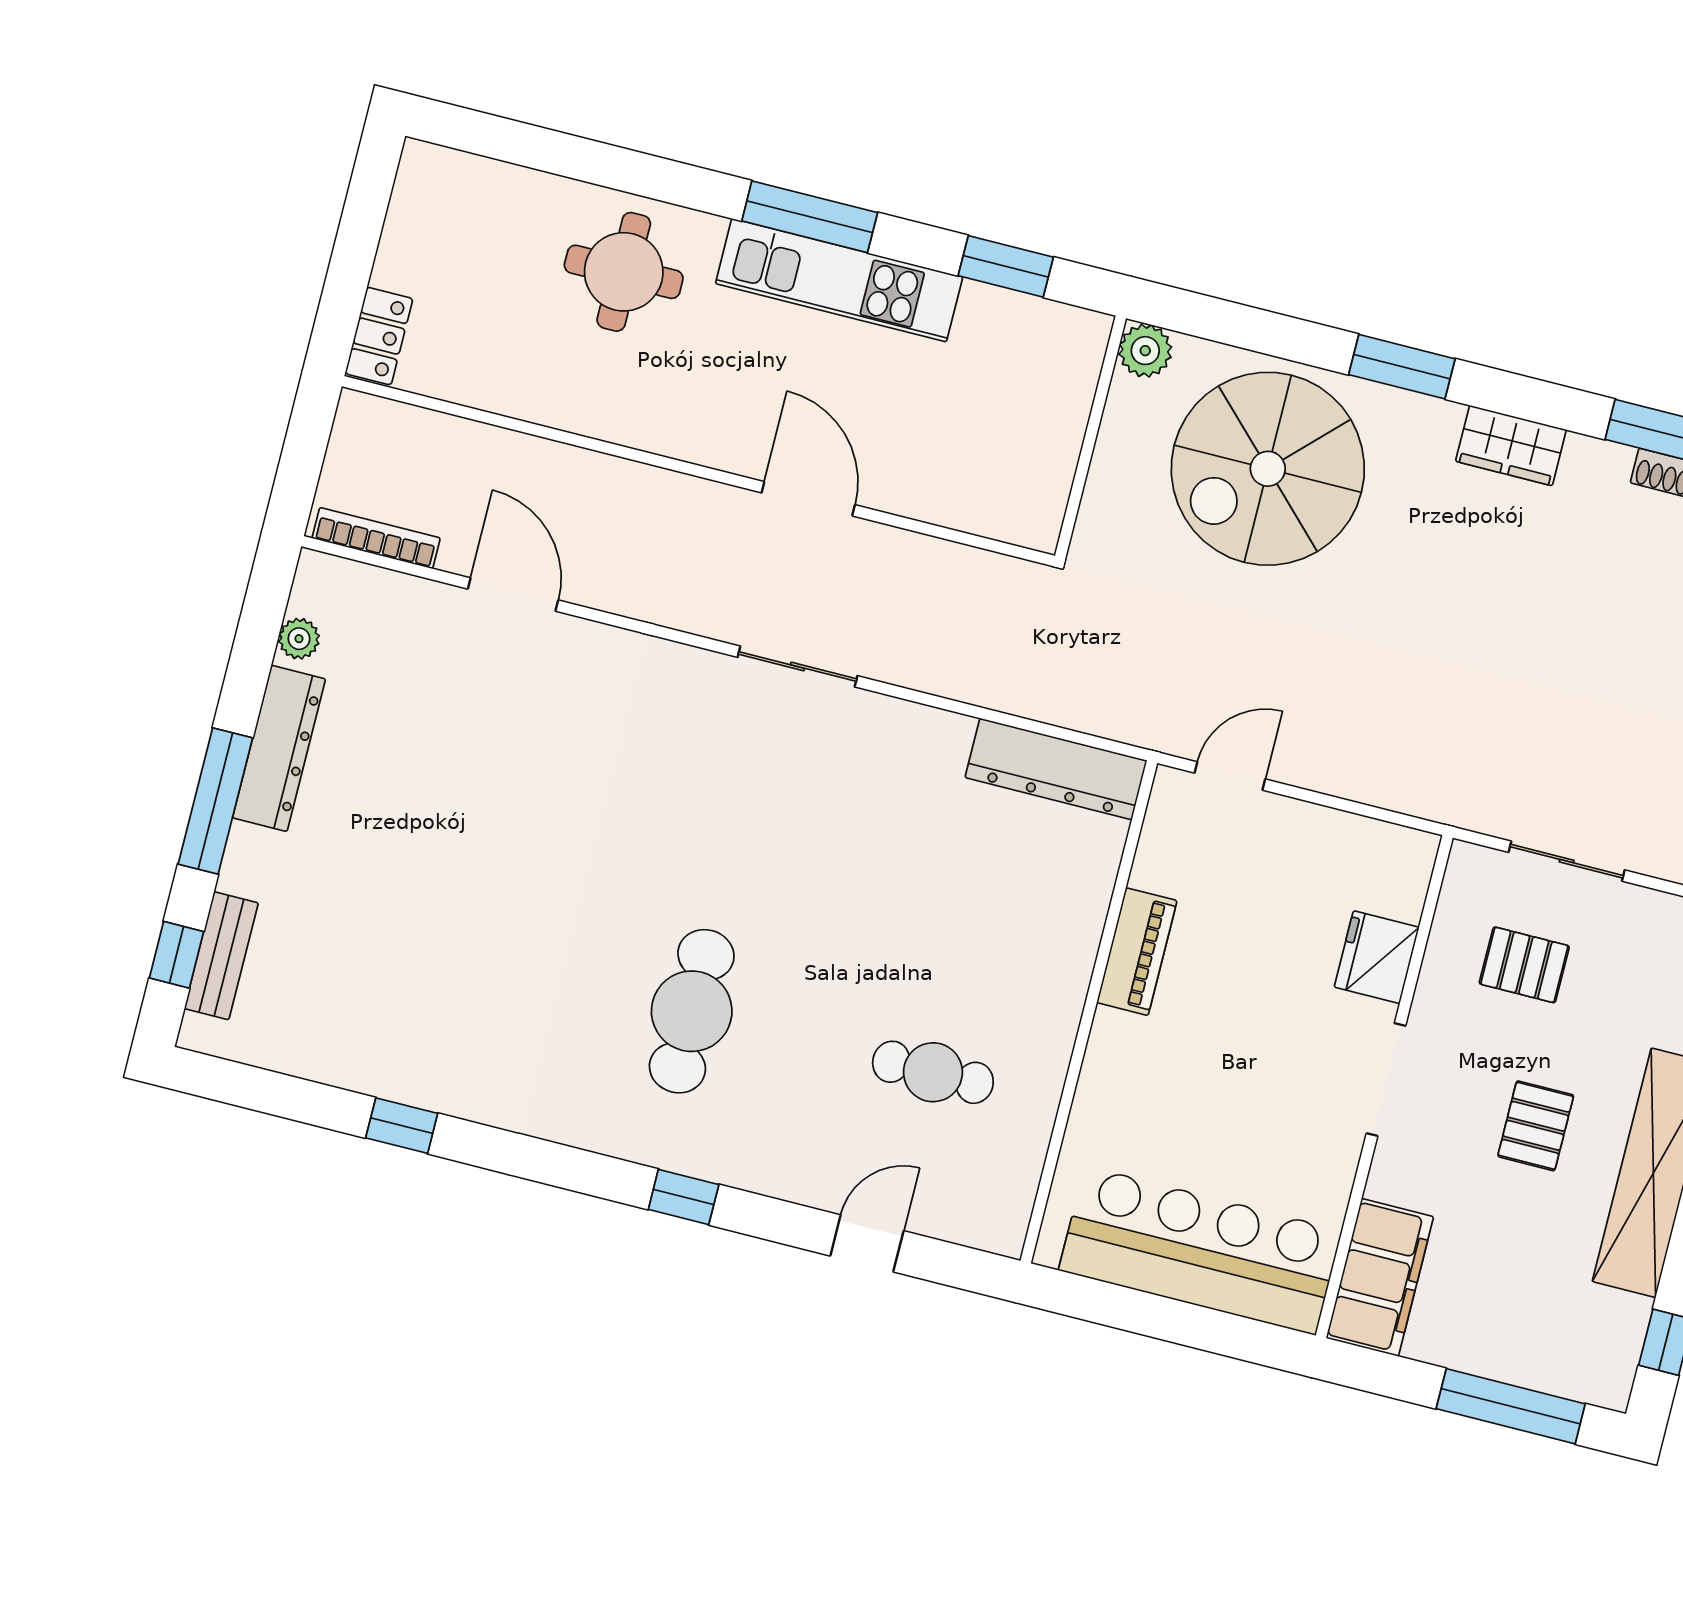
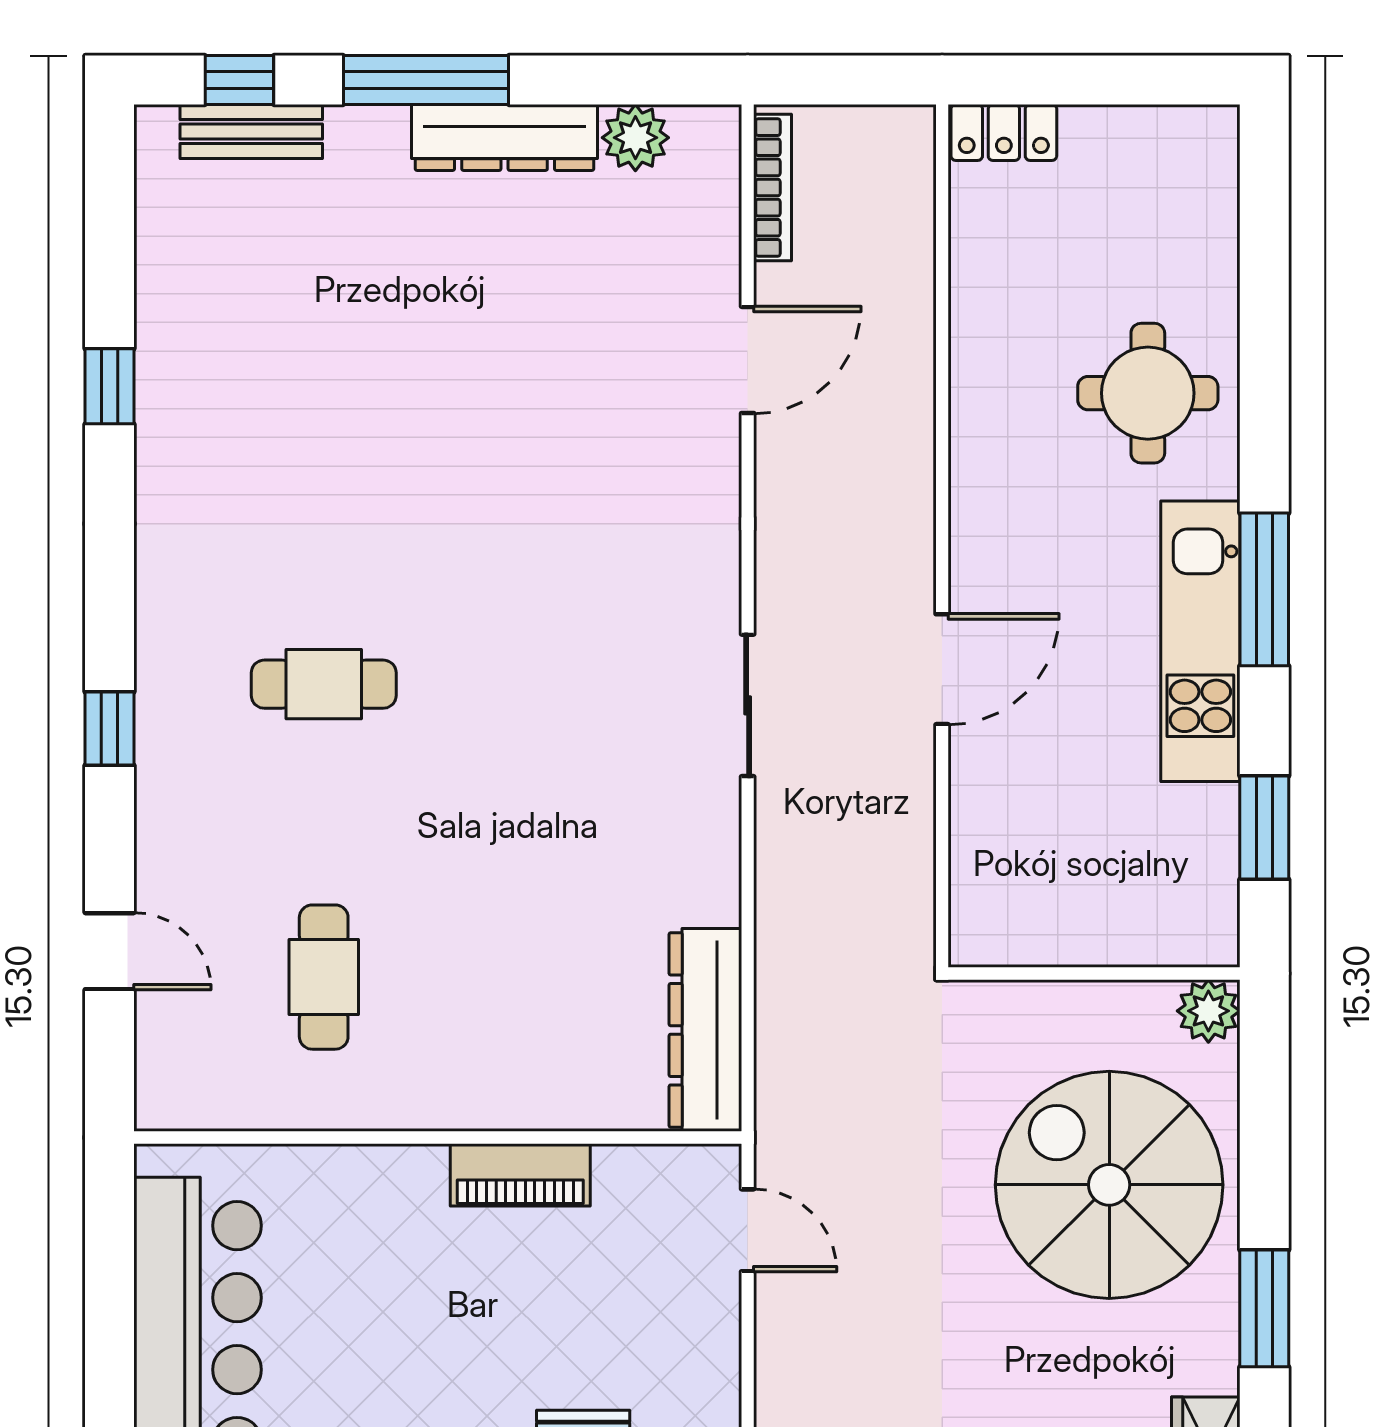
plant: (299, 639) -> (635, 138), width x1.38, depth x1.38
cafe table: (692, 1011) -> (324, 684), width x0.73, depth x0.74

